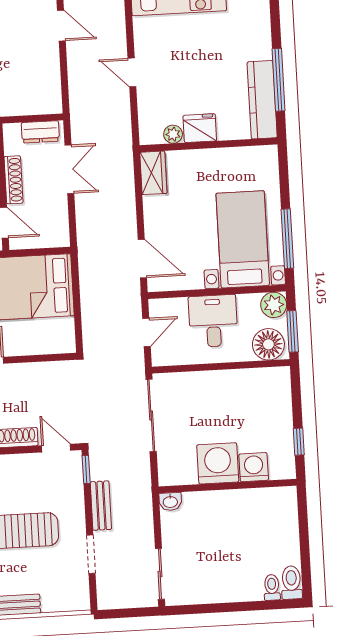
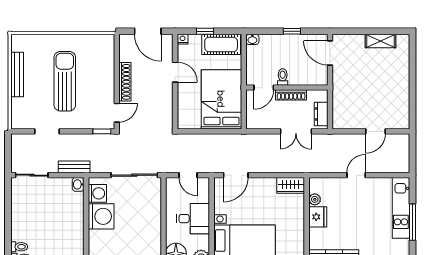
door: (61, 26) -> (375, 131), moved
washing machine: (254, 467) -> (97, 193), moved
bench: (101, 506) -> (74, 167), moved

